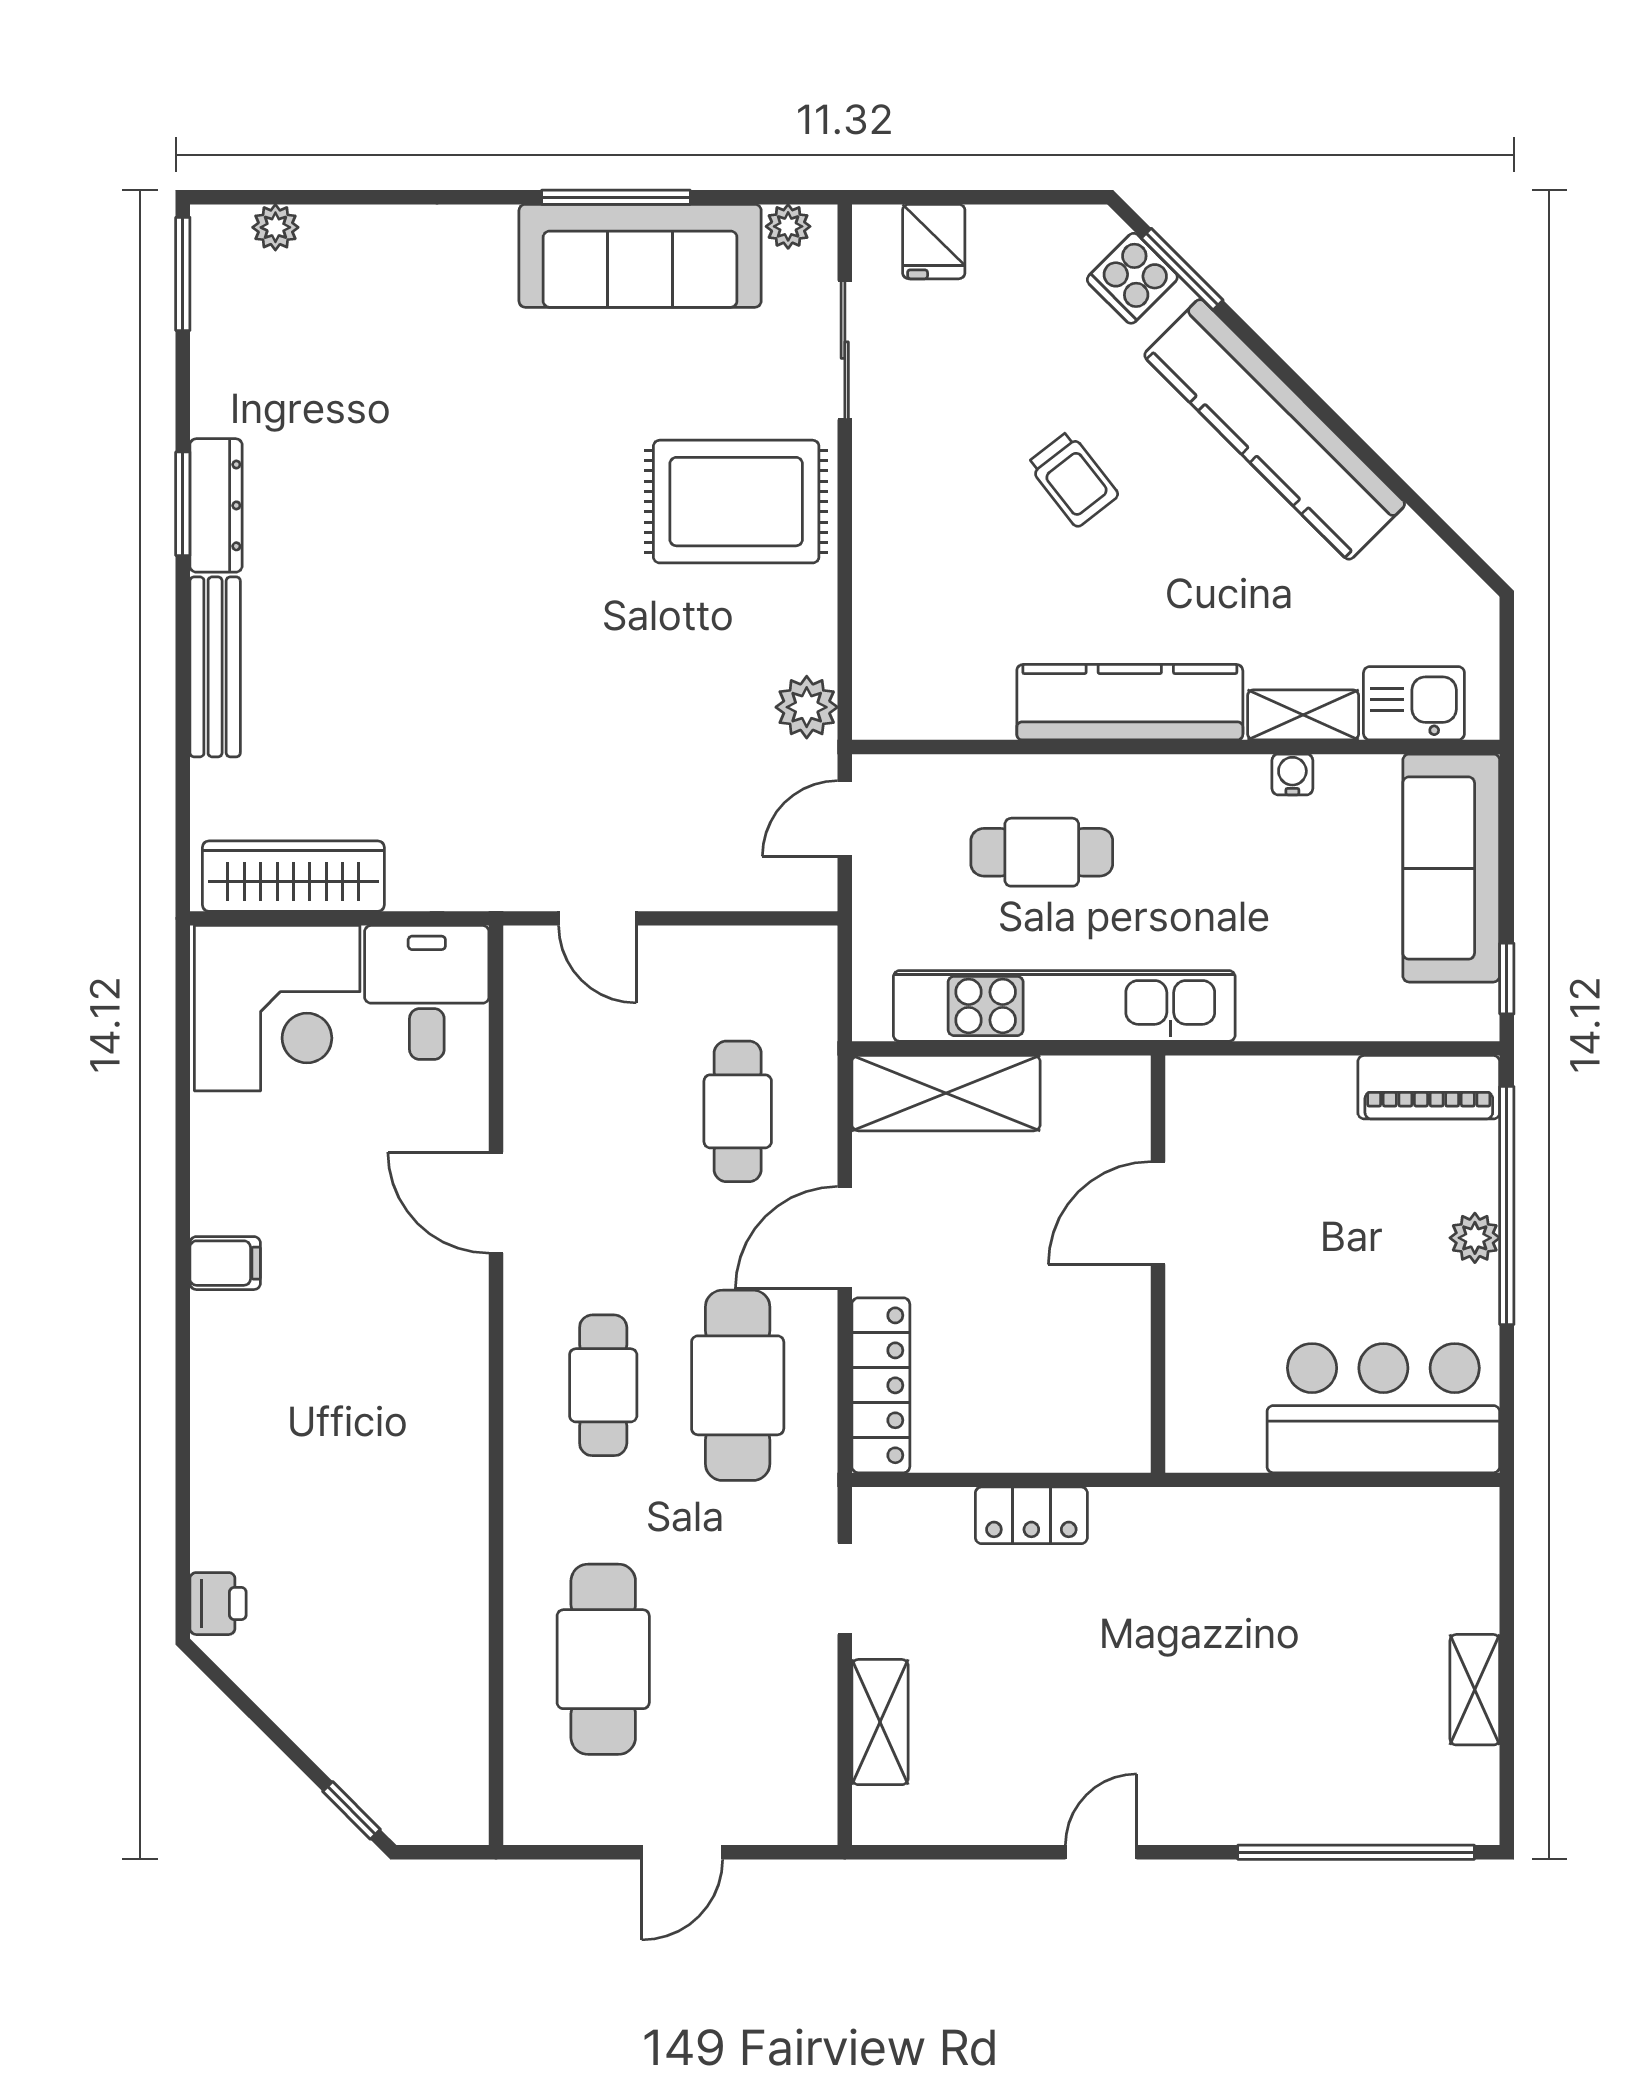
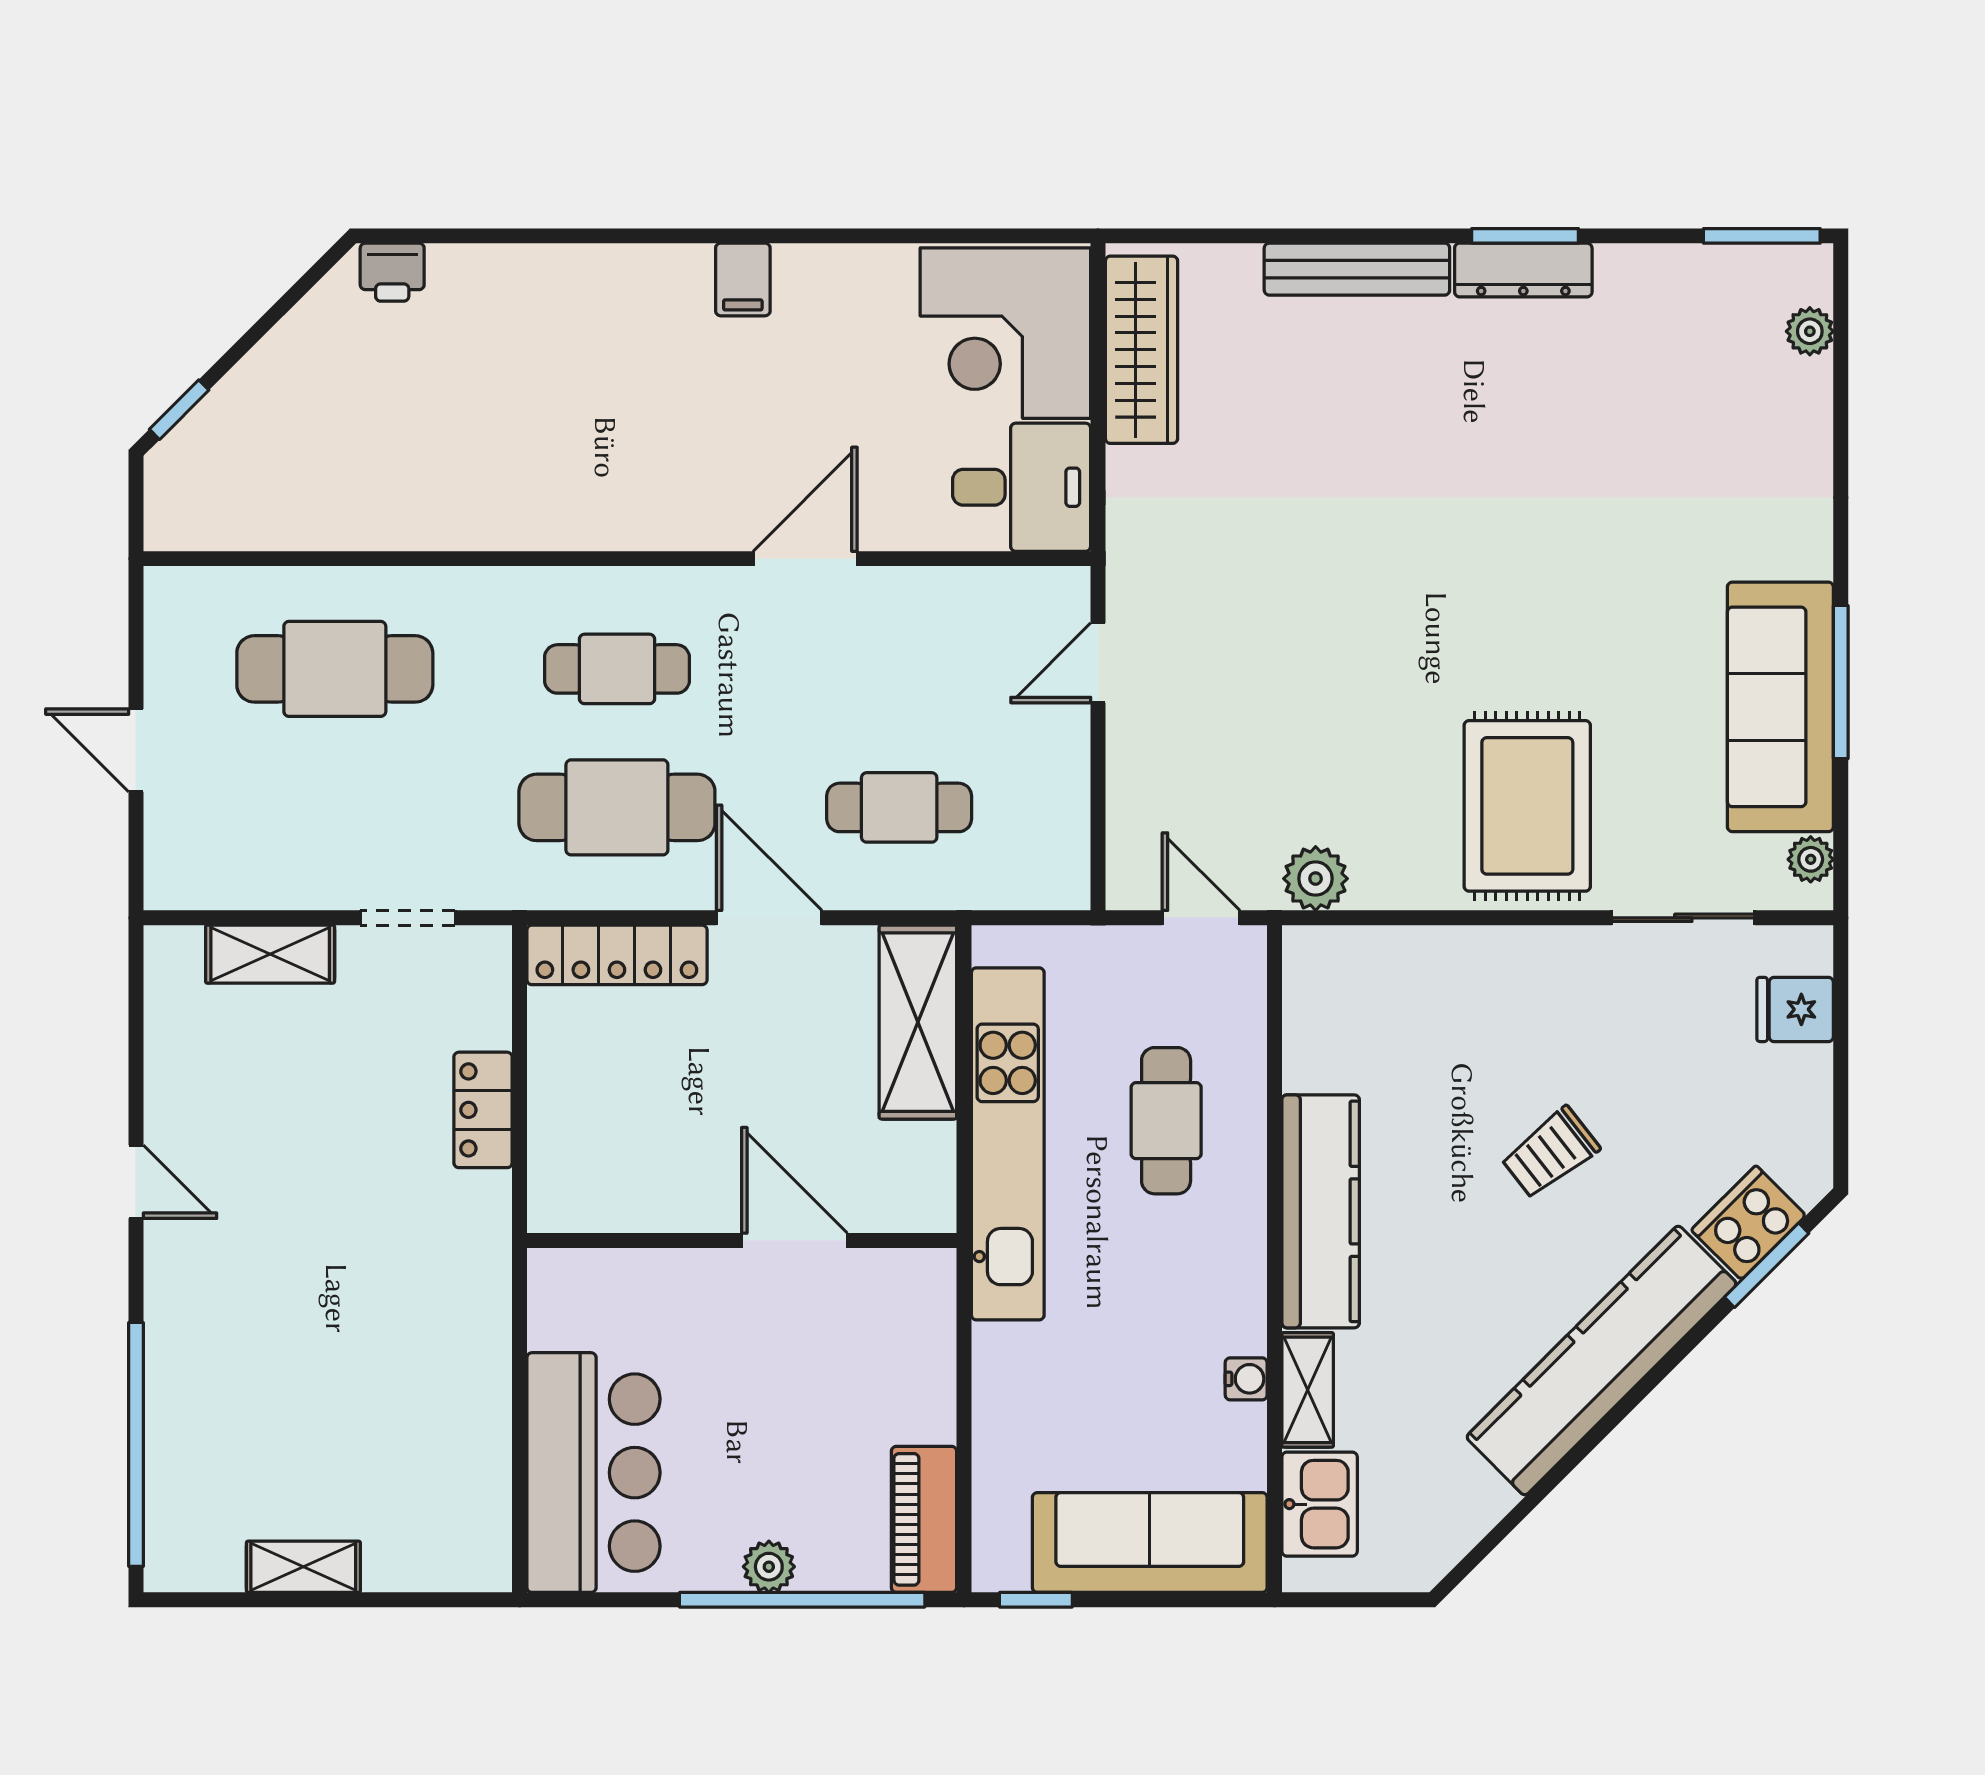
cooker: (1132, 278) -> (1749, 1223), width x1.36

